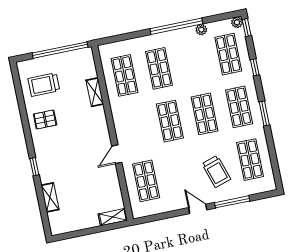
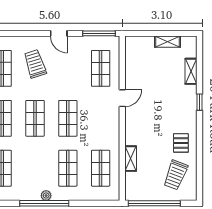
plant: (201, 30) -> (46, 196), moved
trolley: (44, 85) -> (176, 175), turned 111
pallet: (45, 120) -> (181, 143), turned 90
window: (232, 202) -> (99, 33), moved
shelving: (113, 217) -> (168, 42), moved

